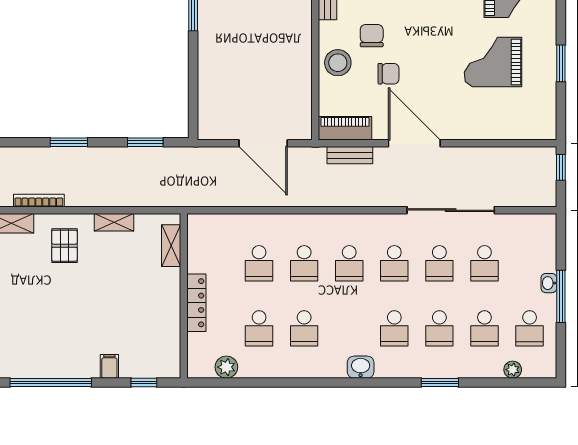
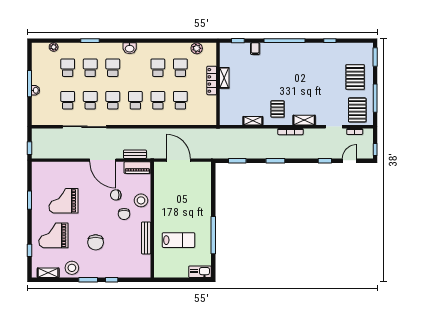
grand piano: (493, 62) -> (63, 201), turned 180
shelving: (171, 246) -> (224, 78), moved
school desk: (530, 328) -> (45, 68), removed

